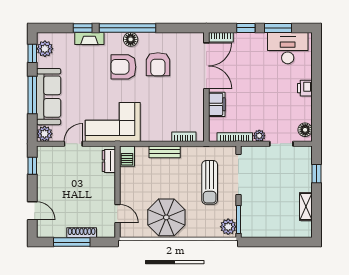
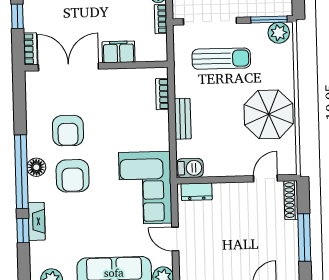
armchair: (158, 64) -> (68, 131), turned 90
bookcase: (235, 137) -> (161, 19), width x0.64
shoe rack: (82, 233) -> (291, 200), moved

